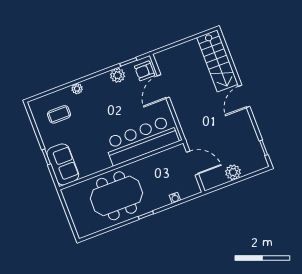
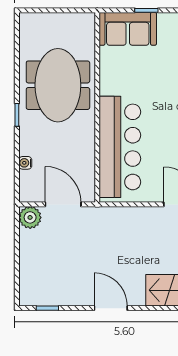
door: (244, 96) -> (111, 308), moved
door: (192, 163) -> (63, 204), swing flipped
plant: (233, 172) -> (30, 217), moved

